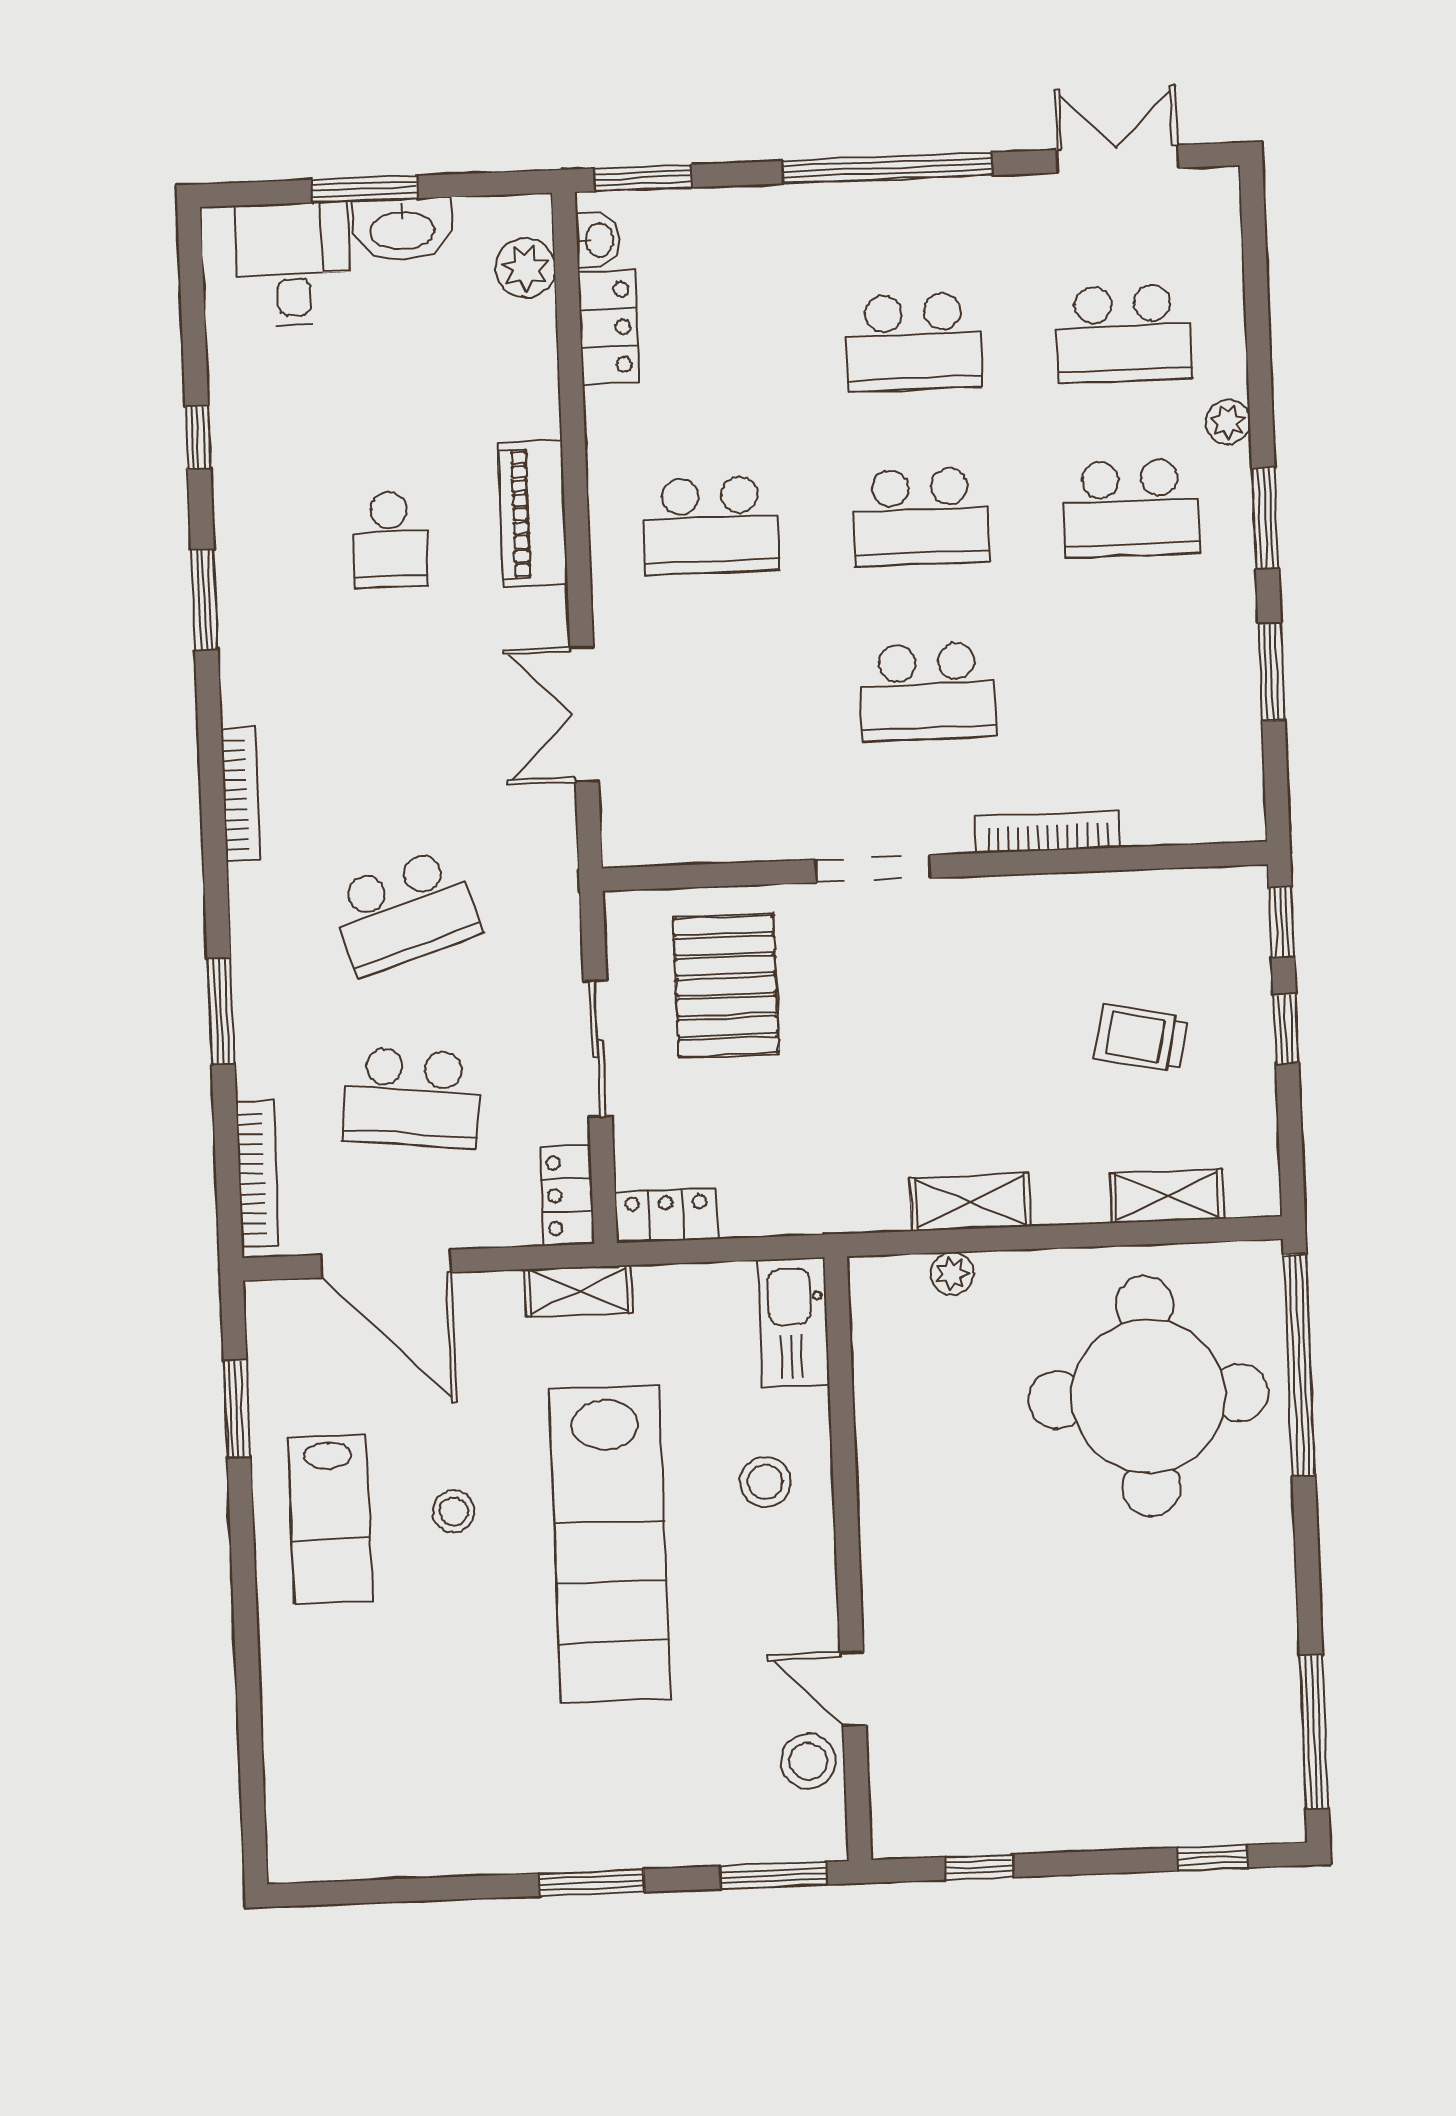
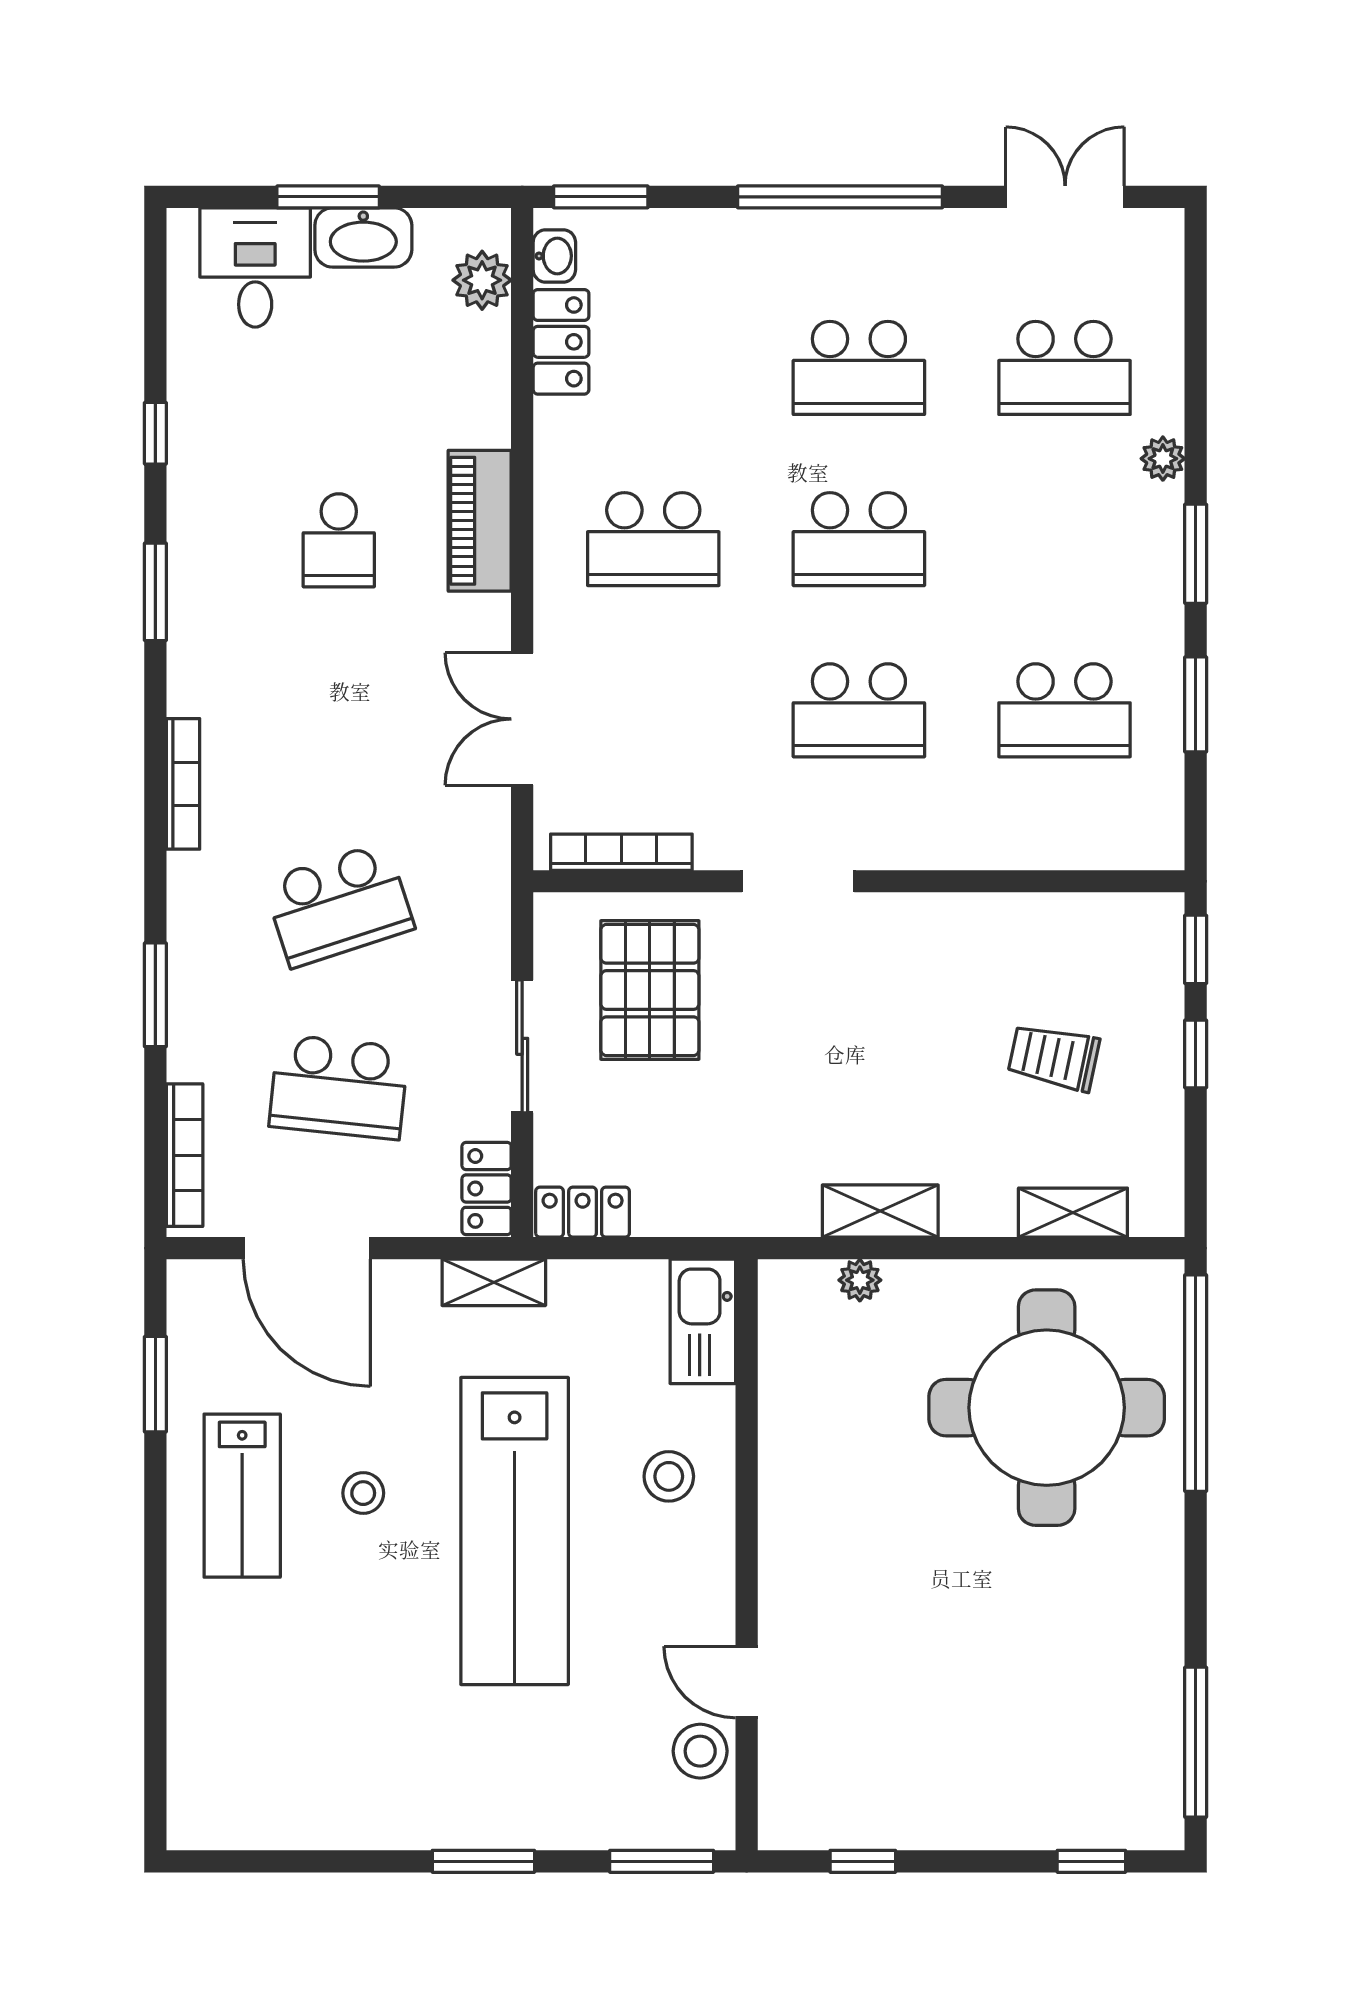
school desk: (1131, 508) -> (1064, 710), moved
bookcase: (1048, 832) -> (621, 852), moved

